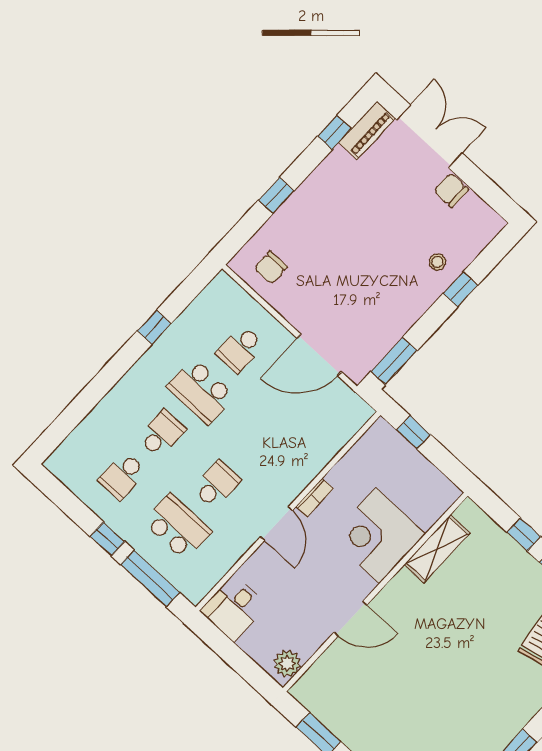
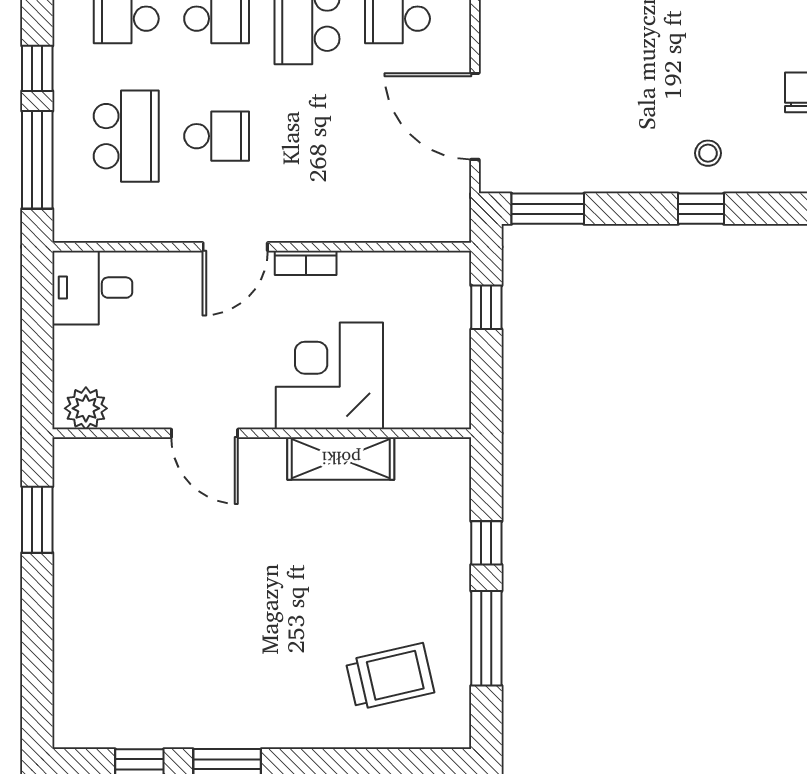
shelving: (437, 549) -> (341, 458), moved

